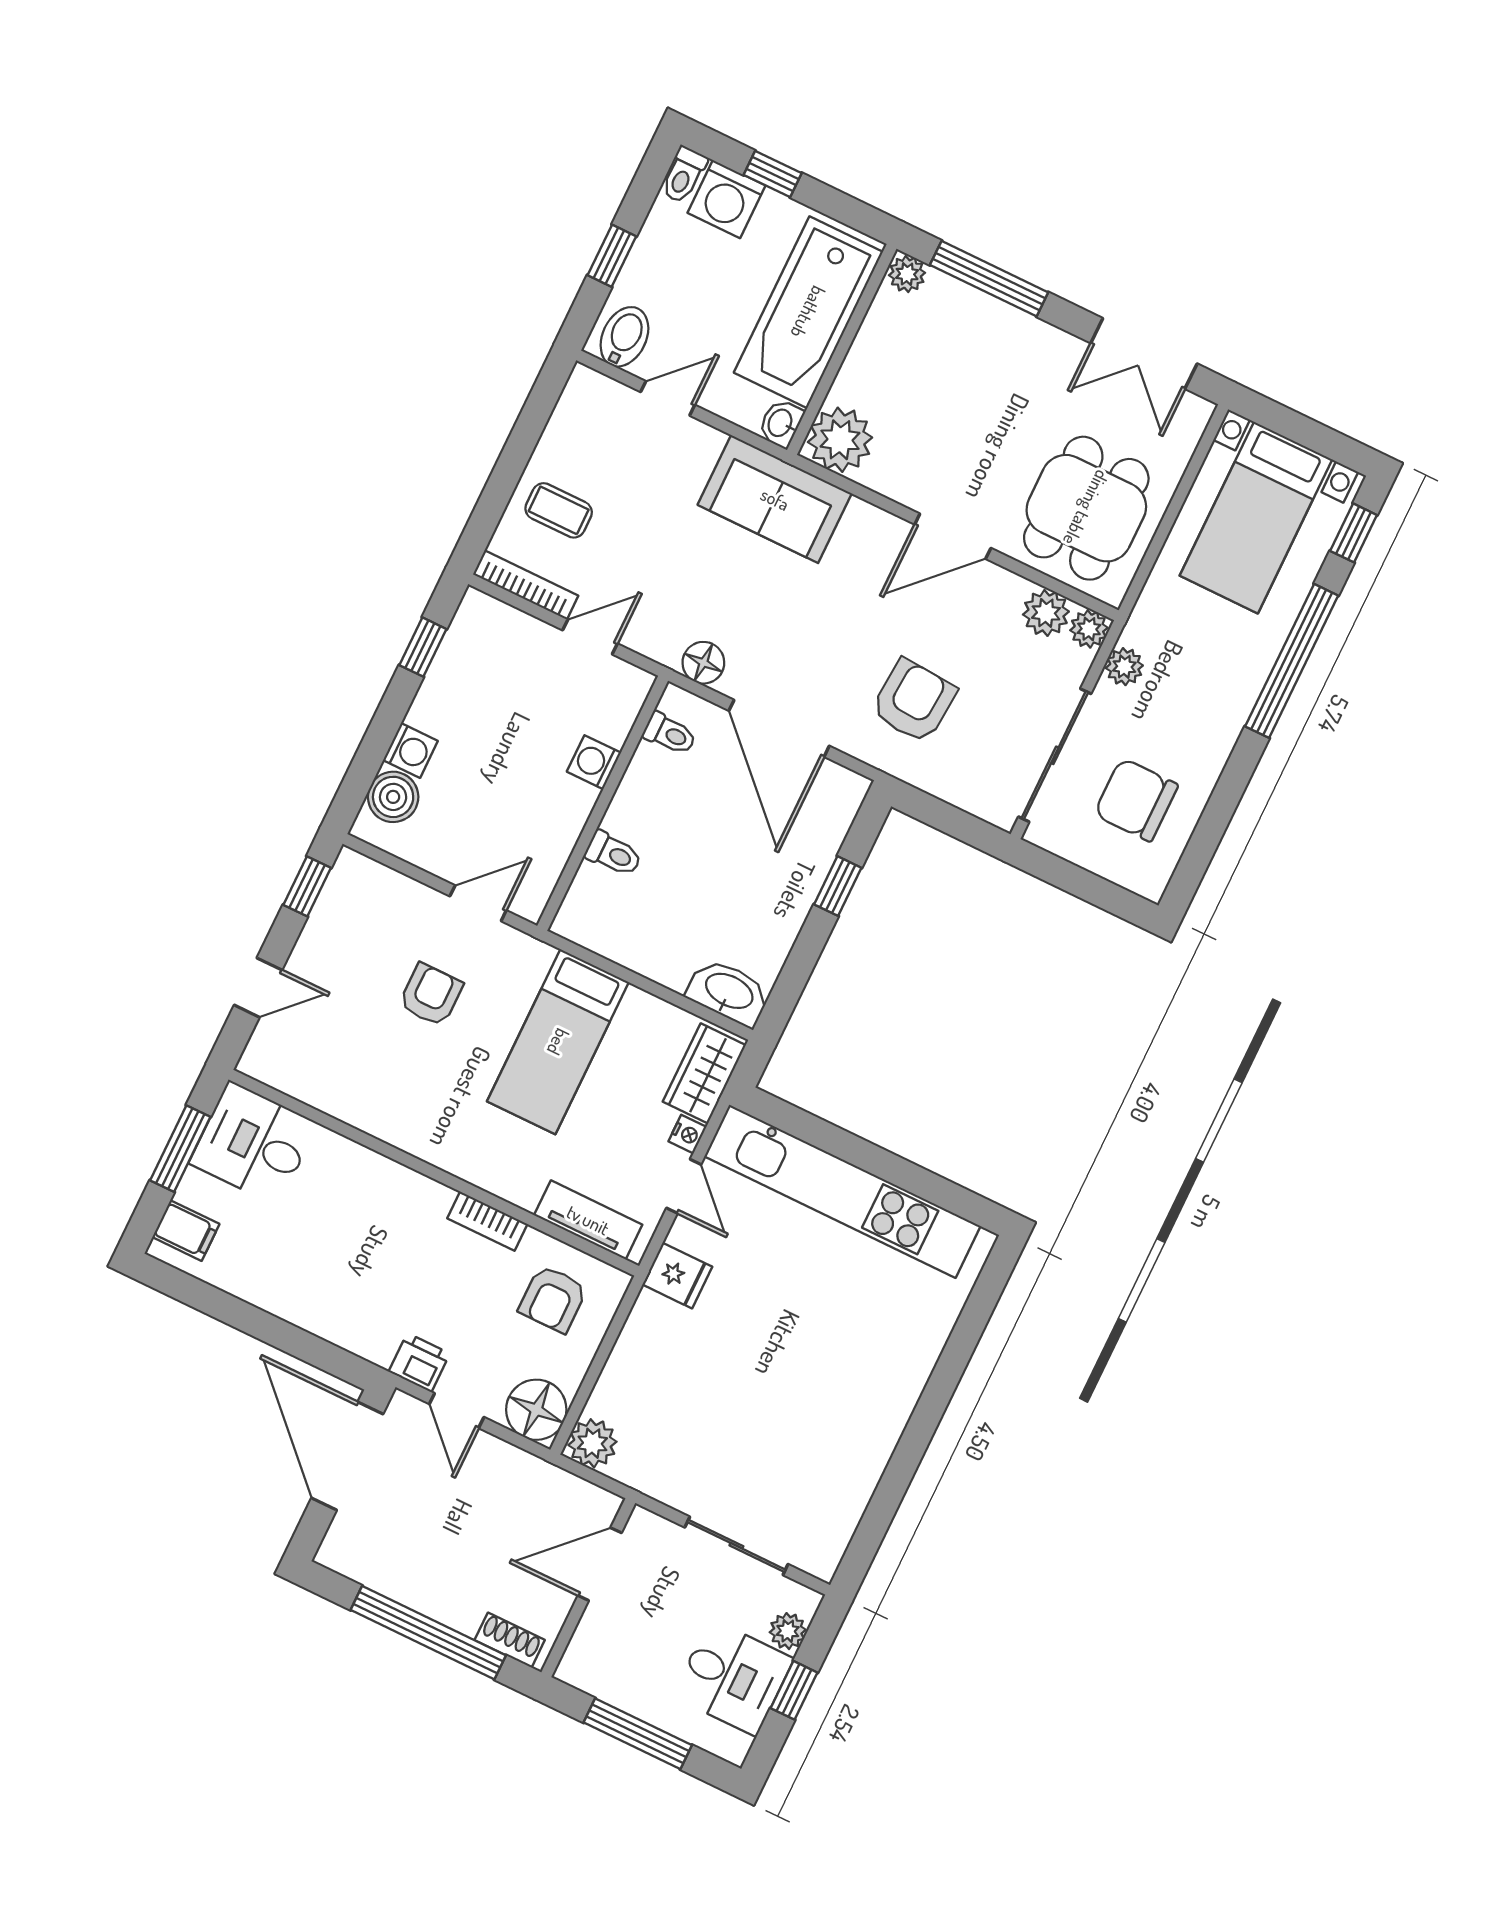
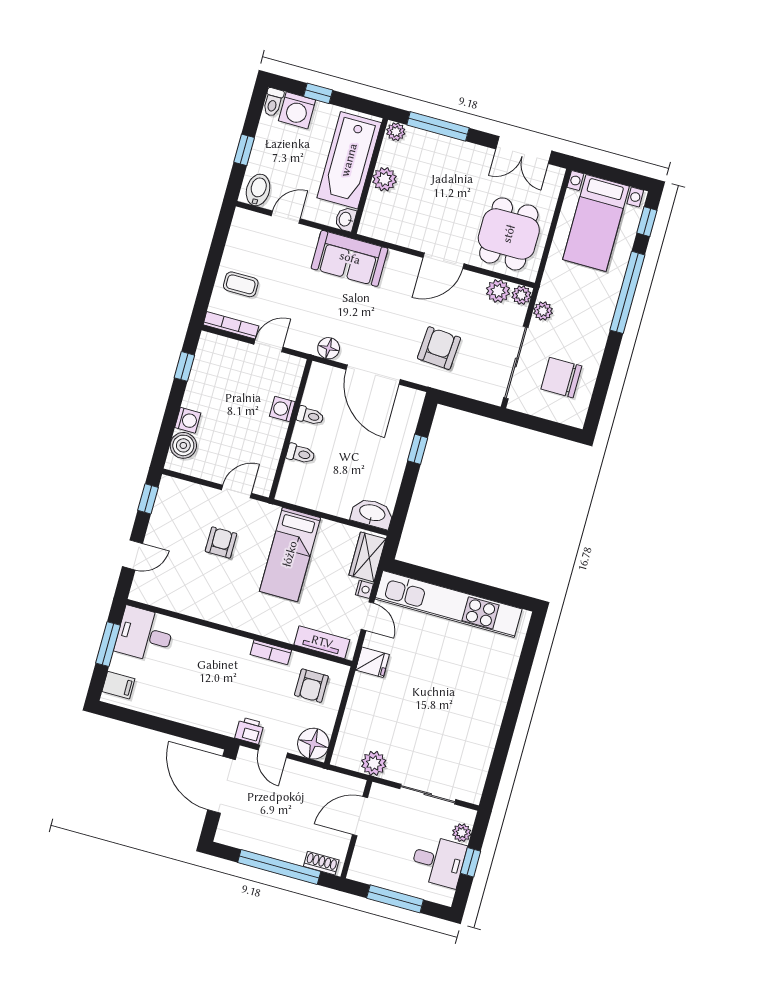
plant: (840, 440) -> (384, 179), moved, width x0.73, depth x0.73
toilet: (670, 734) -> (310, 416), moved
plant: (592, 1443) -> (374, 763), moved

